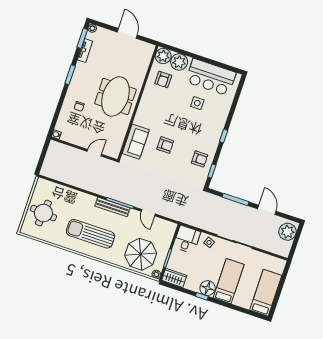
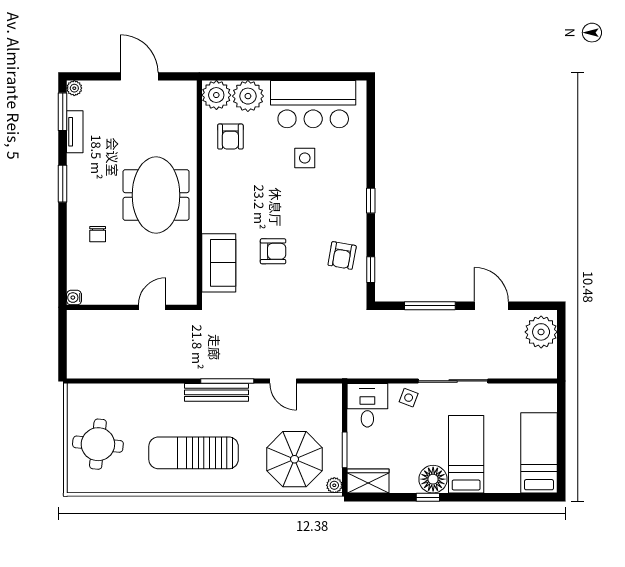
armchair: (200, 159) -> (342, 255), turned 100

